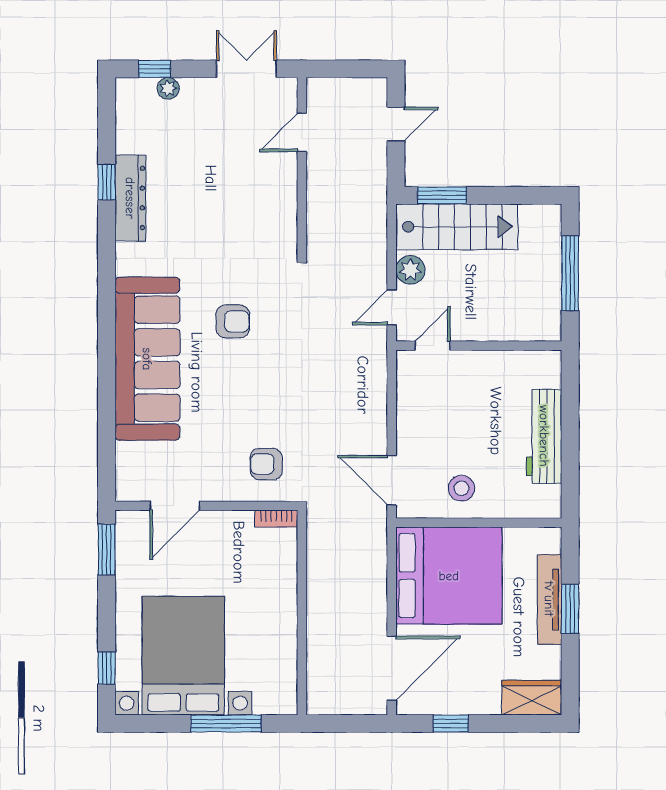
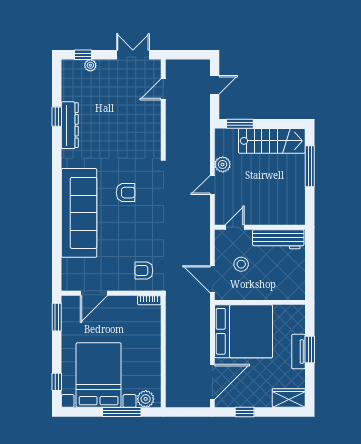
stairs: (457, 227) -> (272, 141), moved
door: (433, 346) -> (235, 227), moved
wall: (479, 346) -> (260, 227), moved
workbench: (544, 436) -> (278, 239), moved, turned -90
stool: (461, 488) -> (241, 264), moved
tv unit: (549, 599) -> (298, 352), width x0.71
plant: (269, 699) -> (146, 399), added

